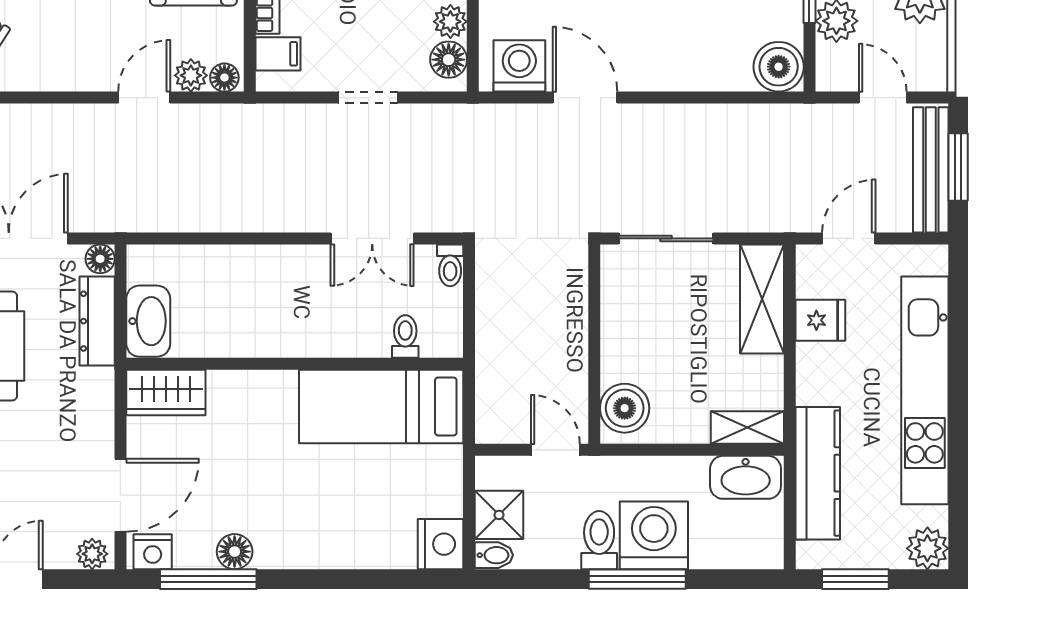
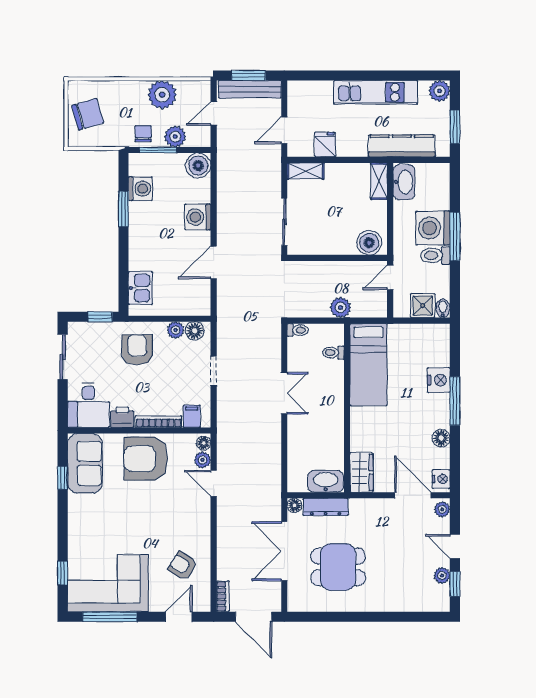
washing machine: (519, 66) -> (198, 217), moved
double door: (372, 238) -> (284, 393), moved
door: (849, 238) -> (284, 130), hinge flipped
shelving: (762, 299) -> (305, 171), width x0.67, depth x0.75
plant: (495, 351) -> (340, 308), added
kitchen unit: (925, 390) -> (376, 92), width x0.73
nightstand: (440, 544) -> (439, 380), moved, turned 90
window: (208, 579) -> (455, 401), moved

